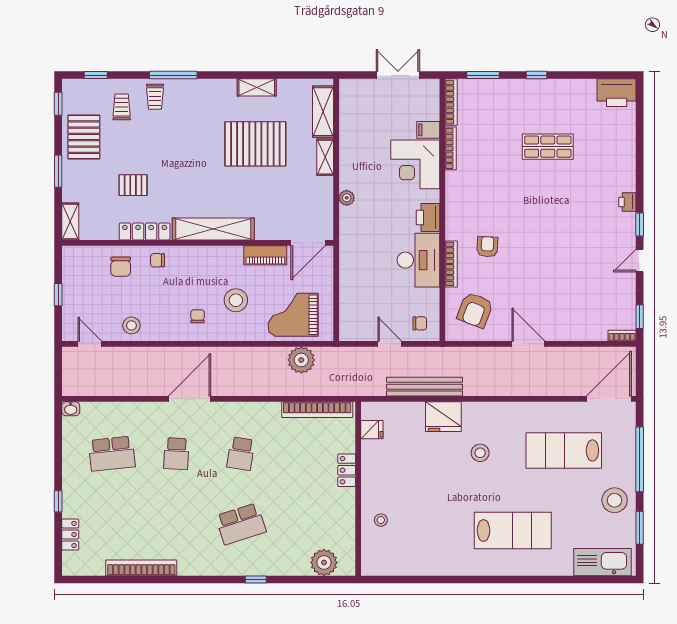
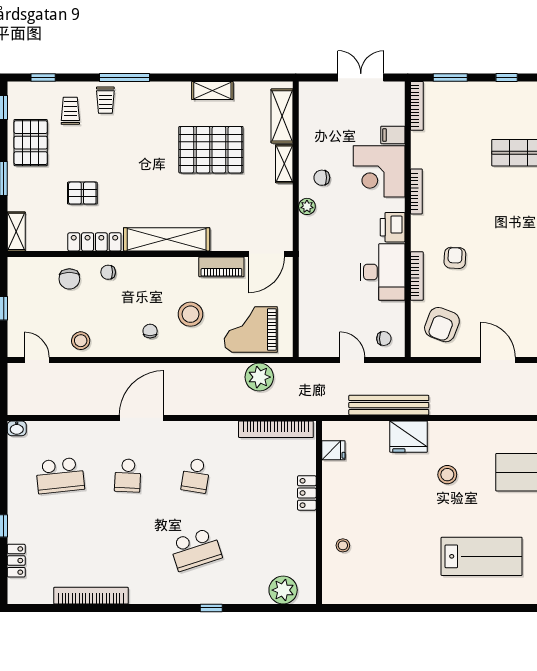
bookcase: (451, 148) -> (416, 191), moved
chair: (361, 170) -> (322, 178), added

